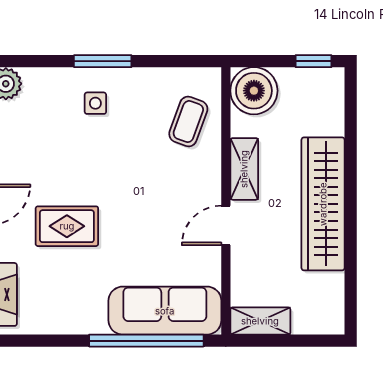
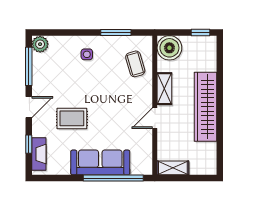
window: (103, 61) -> (116, 32), moved
coffee table: (188, 122) -> (135, 64), turned -36
sofa: (165, 311) -> (100, 162), moved

